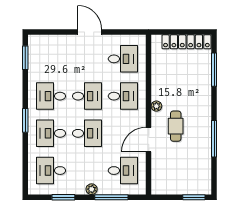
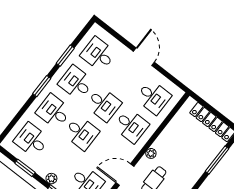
window: (25, 58) -> (65, 56), moved
desk: (51, 59) -> (98, 54), added

